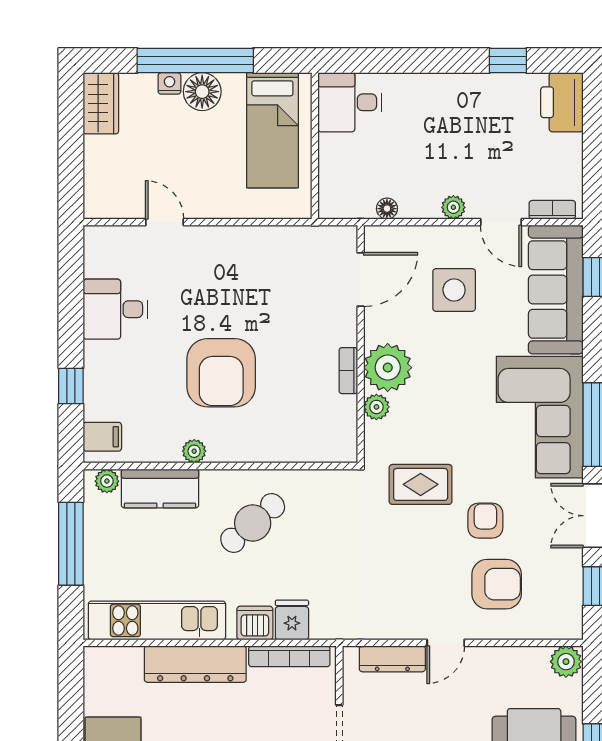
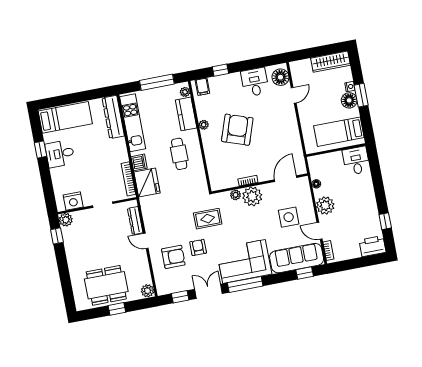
window: (195, 61) -> (361, 95), width x0.47
wardrobe: (101, 103) -> (330, 62), width x1.50
plant: (453, 207) -> (325, 206), width x1.87, depth x1.87
door: (501, 222) -> (320, 231), hinge flipped
floor lamp: (115, 246) -> (280, 77), added
door: (361, 280) -> (286, 179), swing flipped
armchair: (221, 373) -> (237, 130), turned 109
rug: (421, 484) -> (208, 219), turned 90
armchair: (485, 521) -> (198, 247), turned -90
cafe table: (253, 523) -> (179, 154), turned 41
armchair: (497, 584) -> (173, 257), turned -90
fridge: (292, 620) -> (147, 183), width x1.88, depth x1.34
dresser: (195, 664) -> (113, 117), moved

